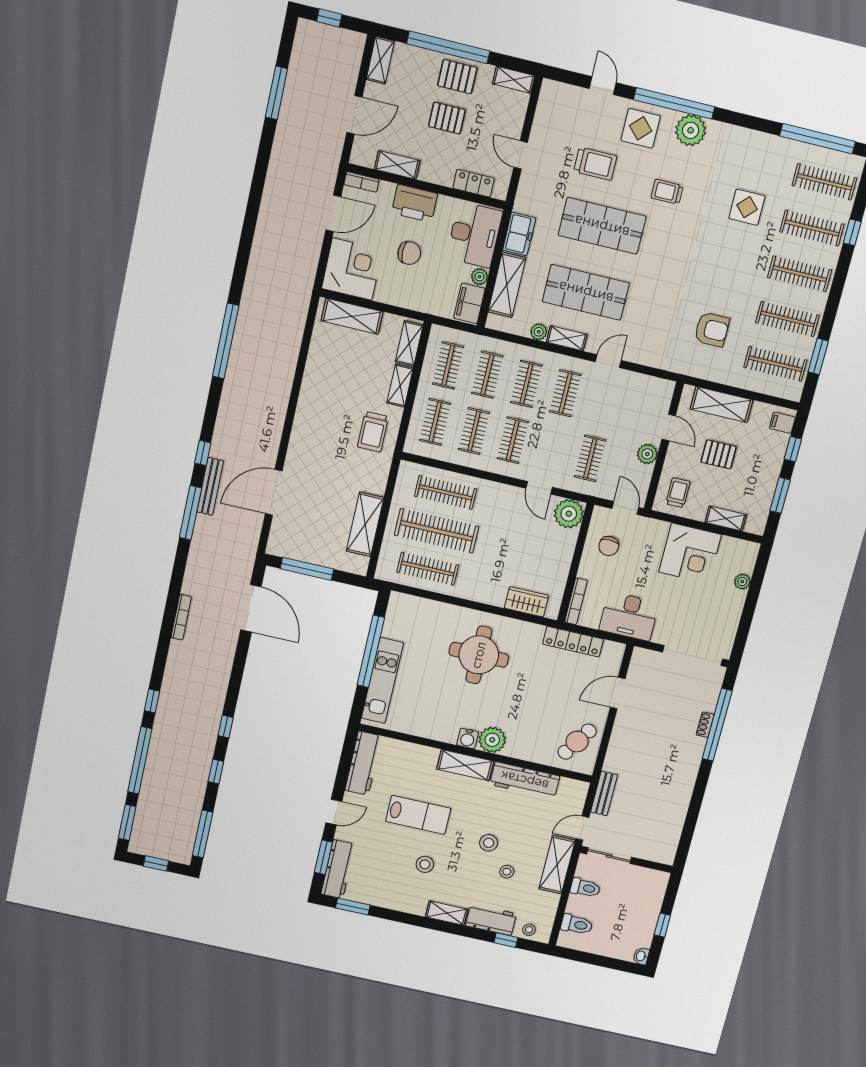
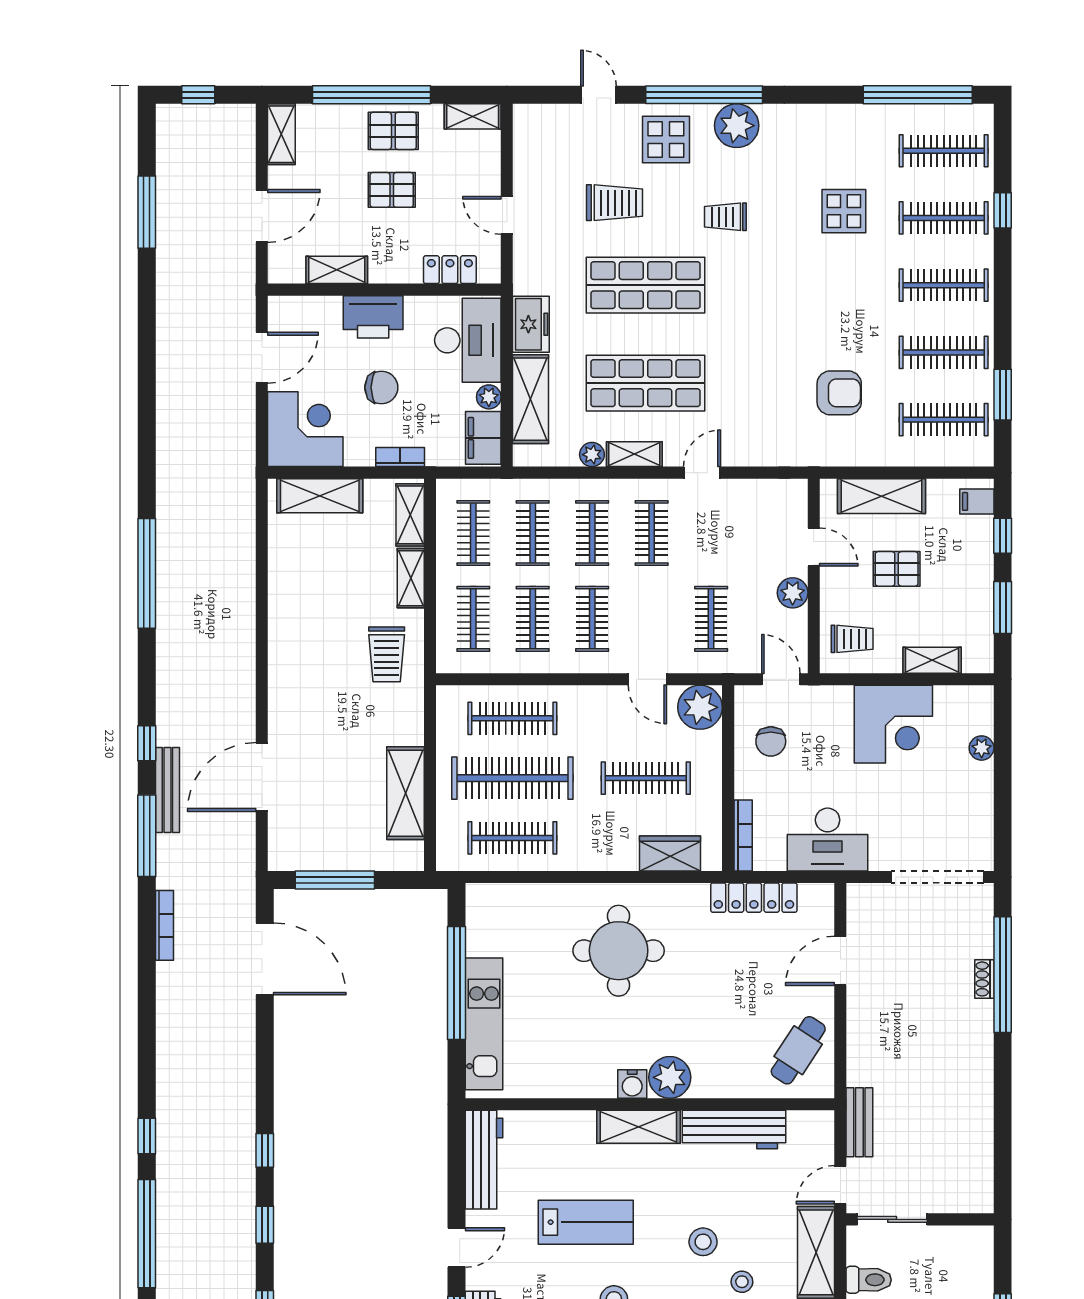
bookcase: (362, 182) -> (400, 457), moved, turned 180
trolley: (678, 493) -> (852, 639), turned 90
clothes rail: (523, 551) -> (646, 778), added
bookcase: (181, 617) -> (164, 925), moved

